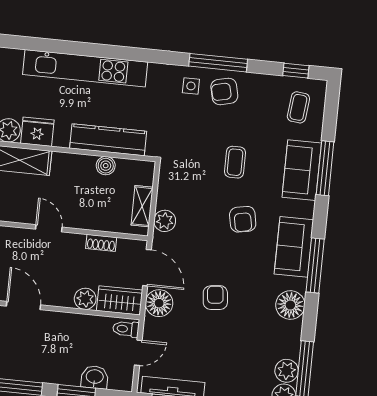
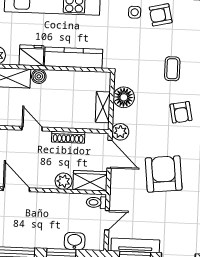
fridge: (37, 132) -> (31, 55), moved
boiler: (106, 166) -> (39, 76), moved
plant: (165, 221) -> (120, 132), moved
shoe rack: (101, 243) -> (68, 137), width x1.43
armchair: (215, 298) -> (164, 174), width x1.88, depth x1.88
floor lamp: (159, 303) -> (124, 97), moved

